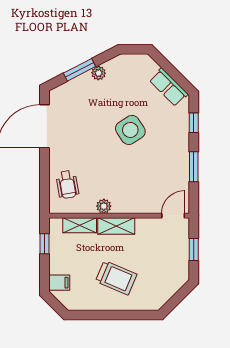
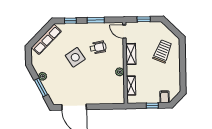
row of seats: (169, 87) -> (46, 39), width x1.48
wheelchair: (67, 185) -> (98, 47), moved
shelving: (116, 226) -> (131, 54), moved
window: (44, 244) -> (152, 106), moved
trolley: (116, 278) -> (163, 51), moved

